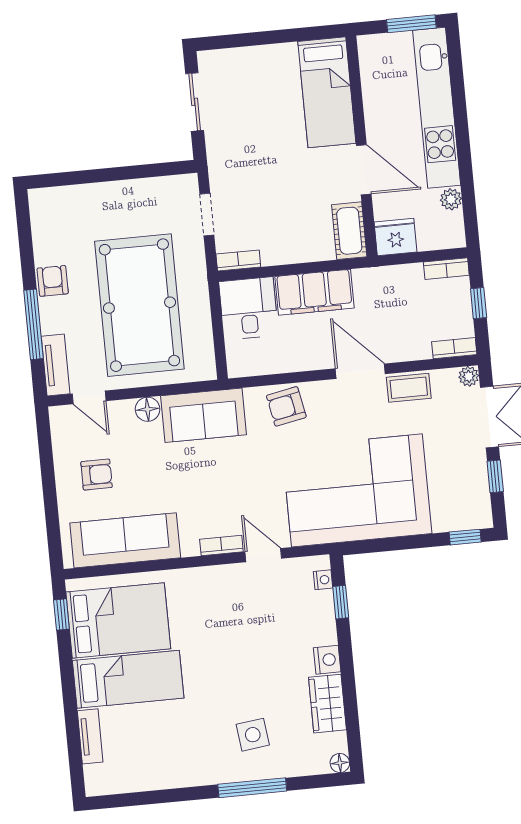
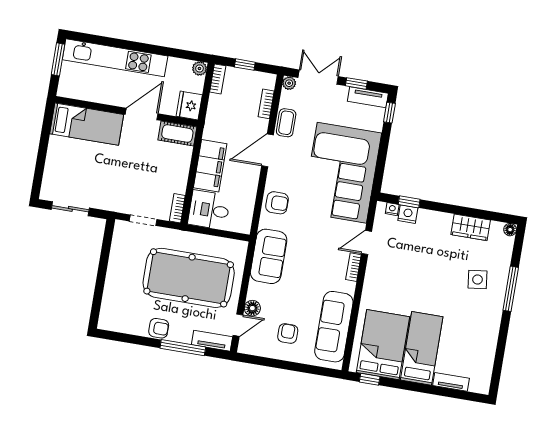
plant: (451, 199) -> (199, 68), moved
armchair: (53, 281) -> (159, 328), turned 180
bookcase: (454, 348) -> (266, 104), moved
armchair: (286, 406) -> (277, 203), turned -79
floor lamp: (148, 409) -> (252, 308), moved
tv unit: (479, 499) -> (368, 97), added
nightstand: (327, 660) -> (408, 214), moved

